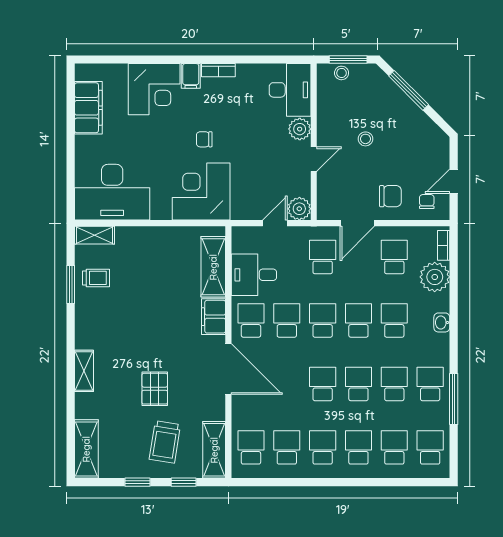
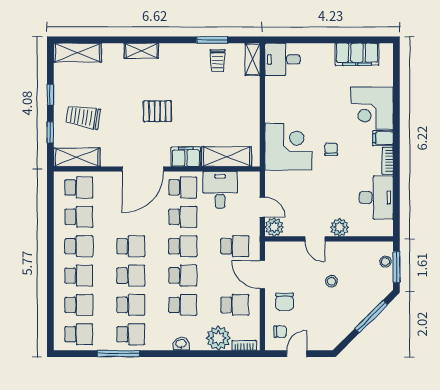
desk: (290, 90) -> (376, 198), moved, turned -90
door: (454, 181) -> (297, 354), hinge flipped
desk: (112, 192) -> (282, 59), width x0.53, depth x0.77
pallet: (155, 389) -> (157, 111), moved

